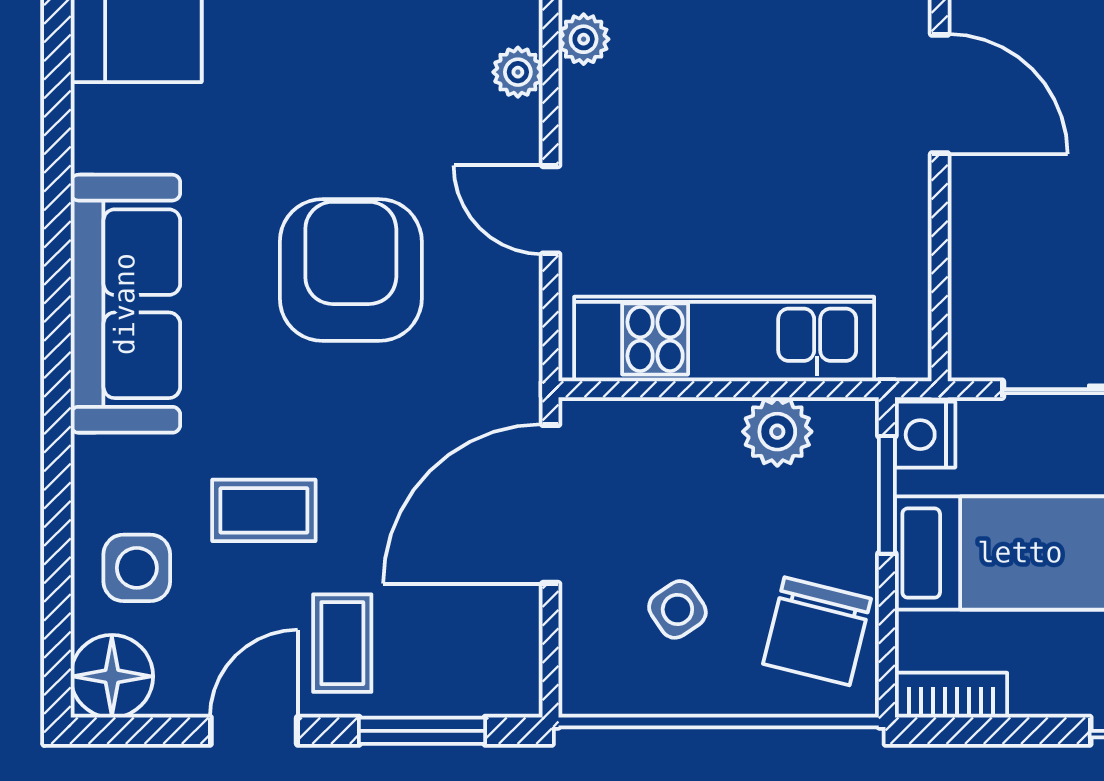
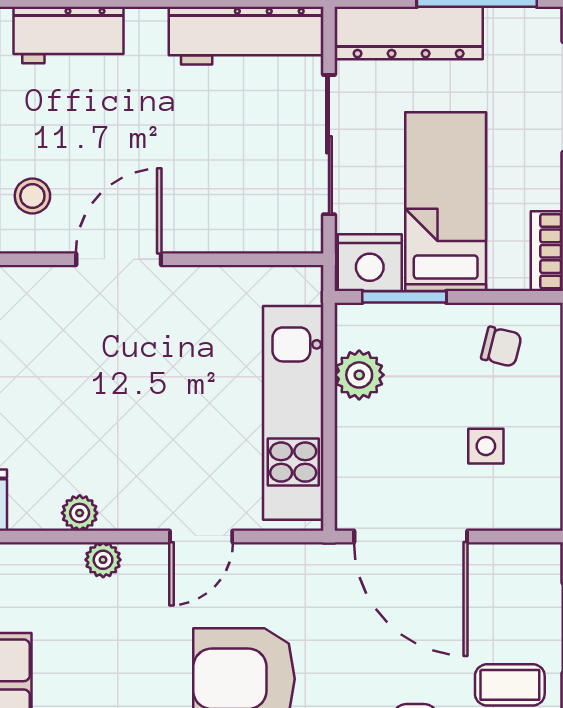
nightstand: (925, 435) -> (370, 263), width x1.36, depth x1.33
side table: (677, 609) -> (486, 446), turned 34
chair: (817, 631) -> (501, 347), width x0.54, depth x0.54

